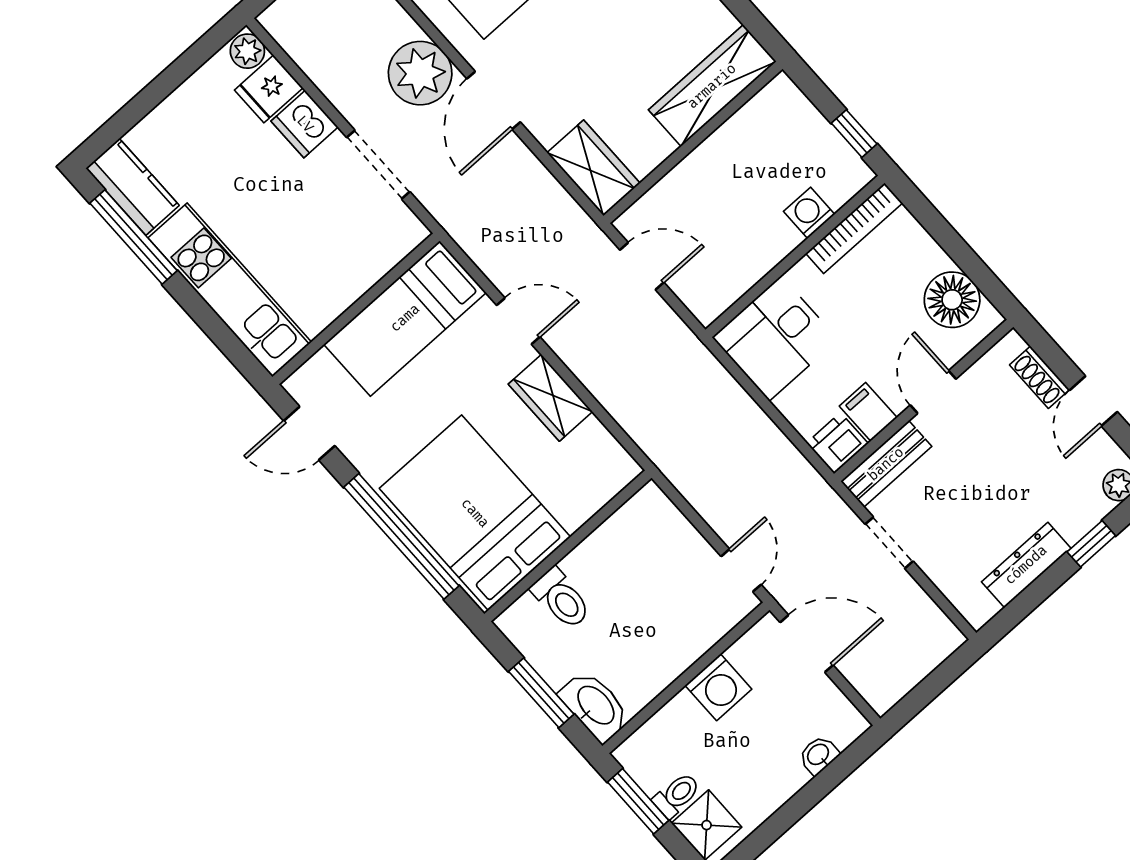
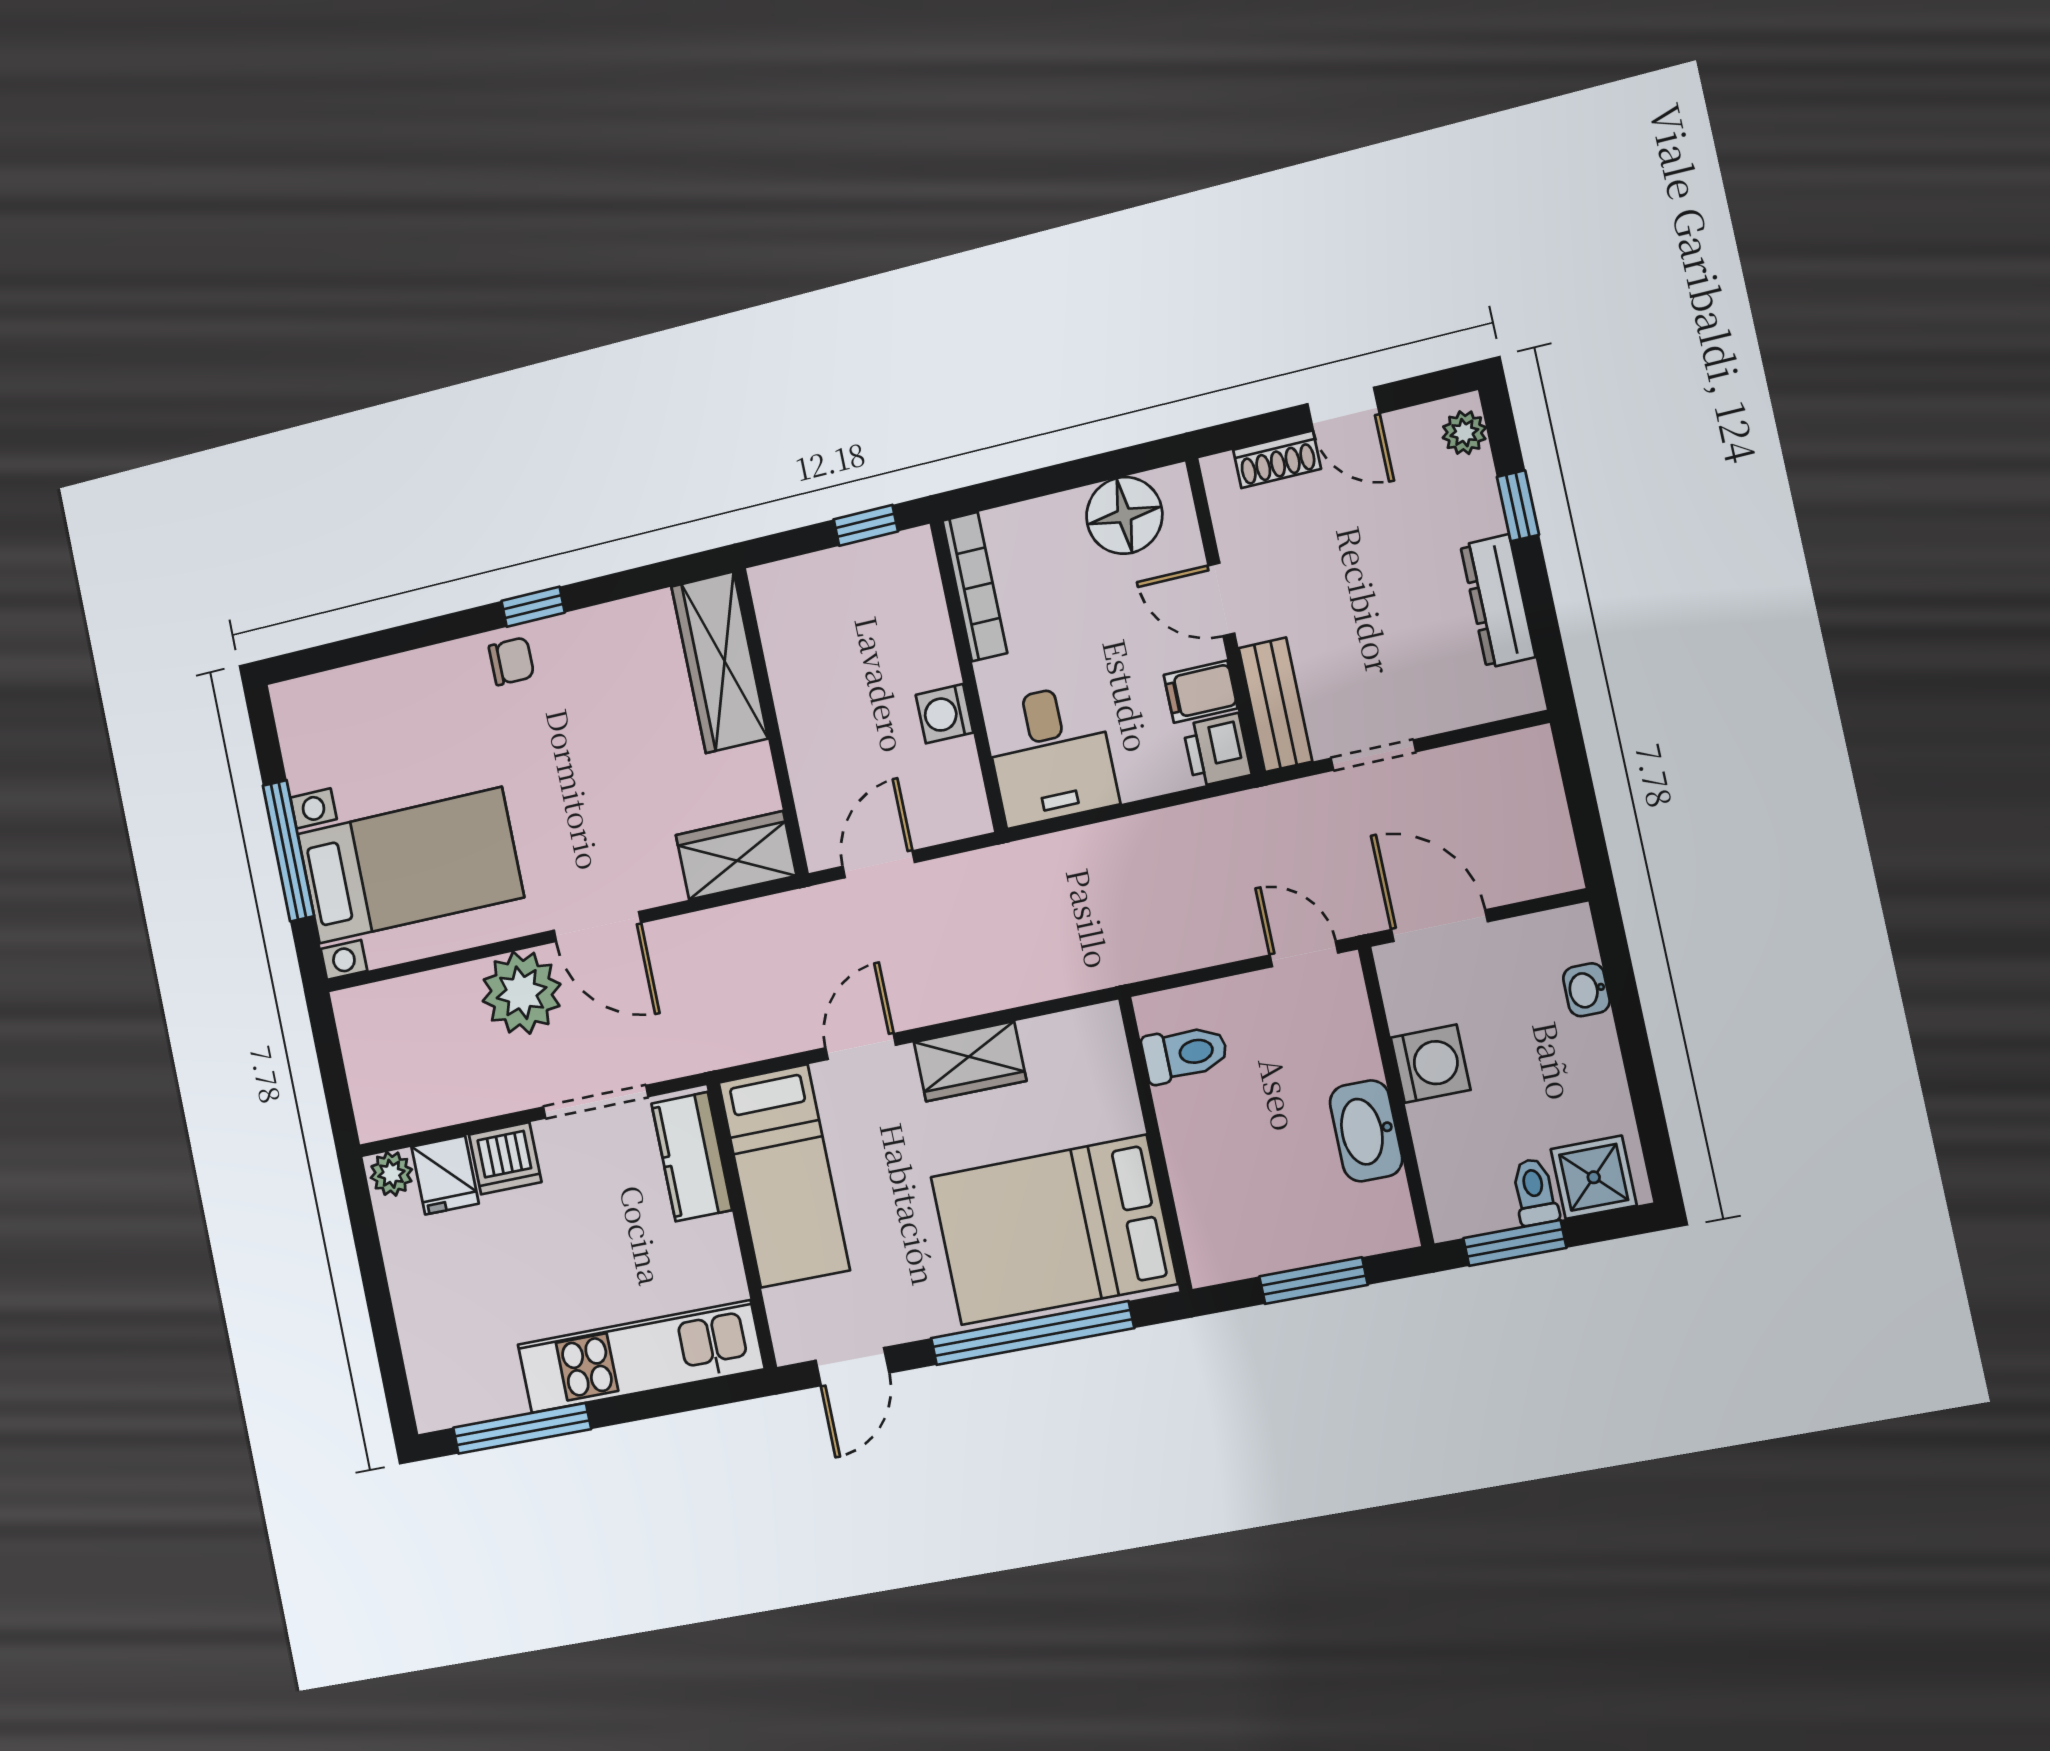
kitchen counter: (133, 187) -> (692, 1157), moved, turned -90
washing machine: (809, 213) -> (945, 714), moved
toilet: (561, 598) -> (1185, 1054), moved
door: (807, 644) -> (1439, 926), hinge flipped
washbasin: (595, 706) -> (1366, 1131), moved, turned -90

